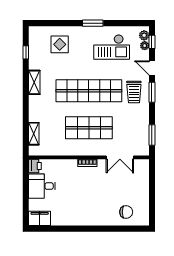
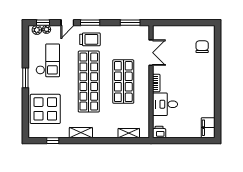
display table: (60, 44) -> (45, 109), width x1.86, depth x1.86
desk: (42, 186) -> (165, 104), moved, turned 90

